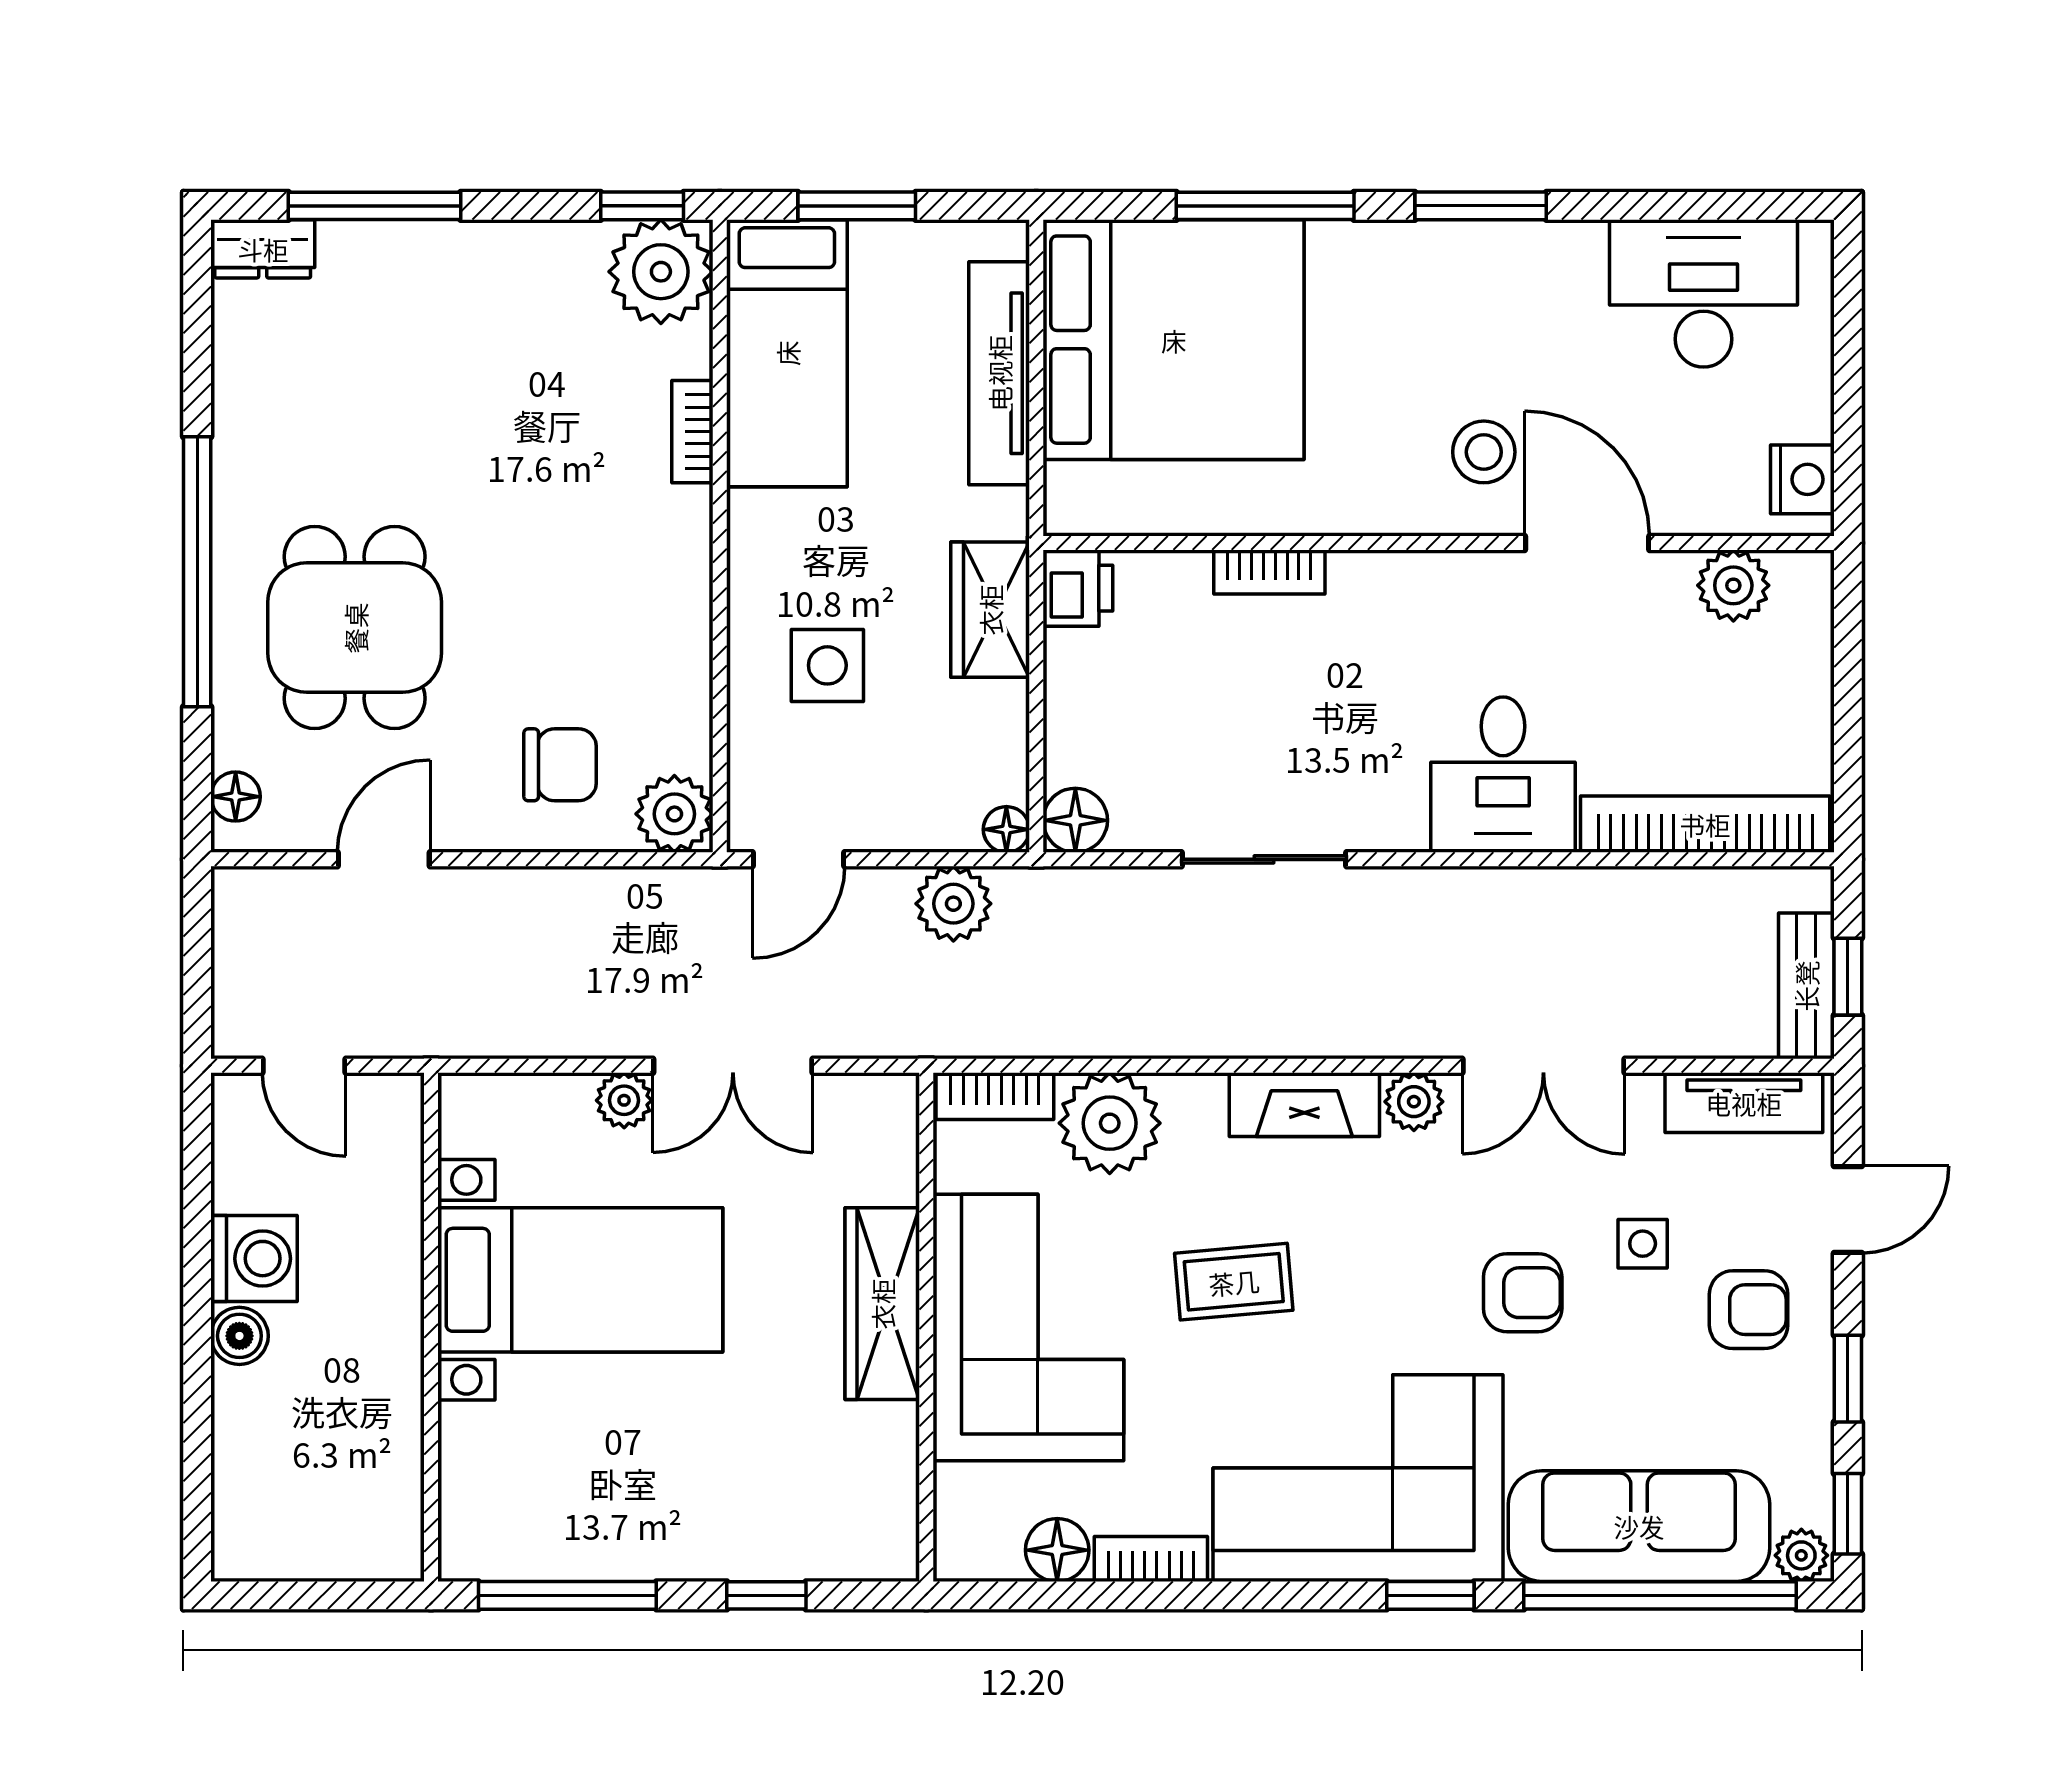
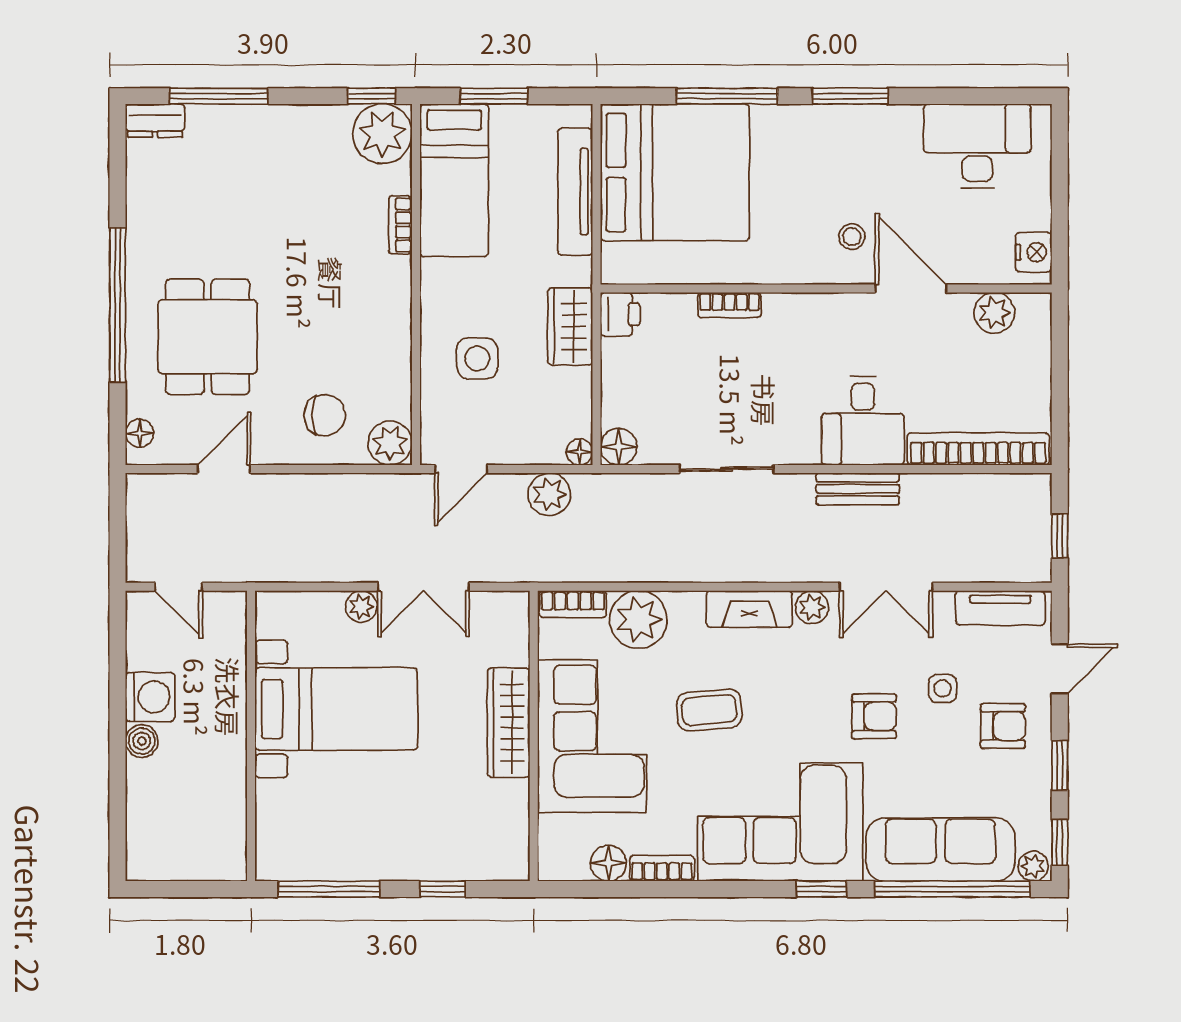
stool: (1484, 452) -> (852, 237), width x0.73, depth x0.73
bench: (1806, 986) -> (858, 489), moved, turned 90

